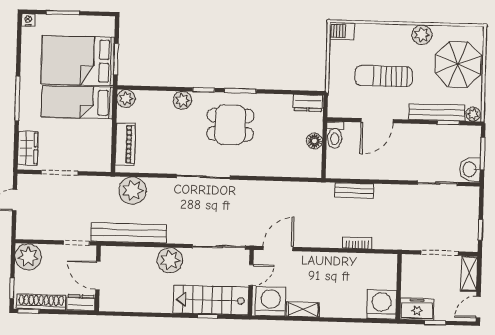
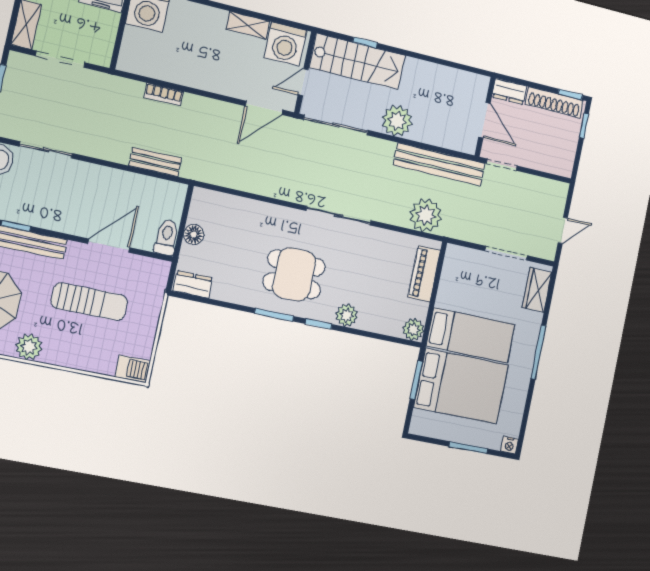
plant: (28, 257) -> (559, 159), removed

